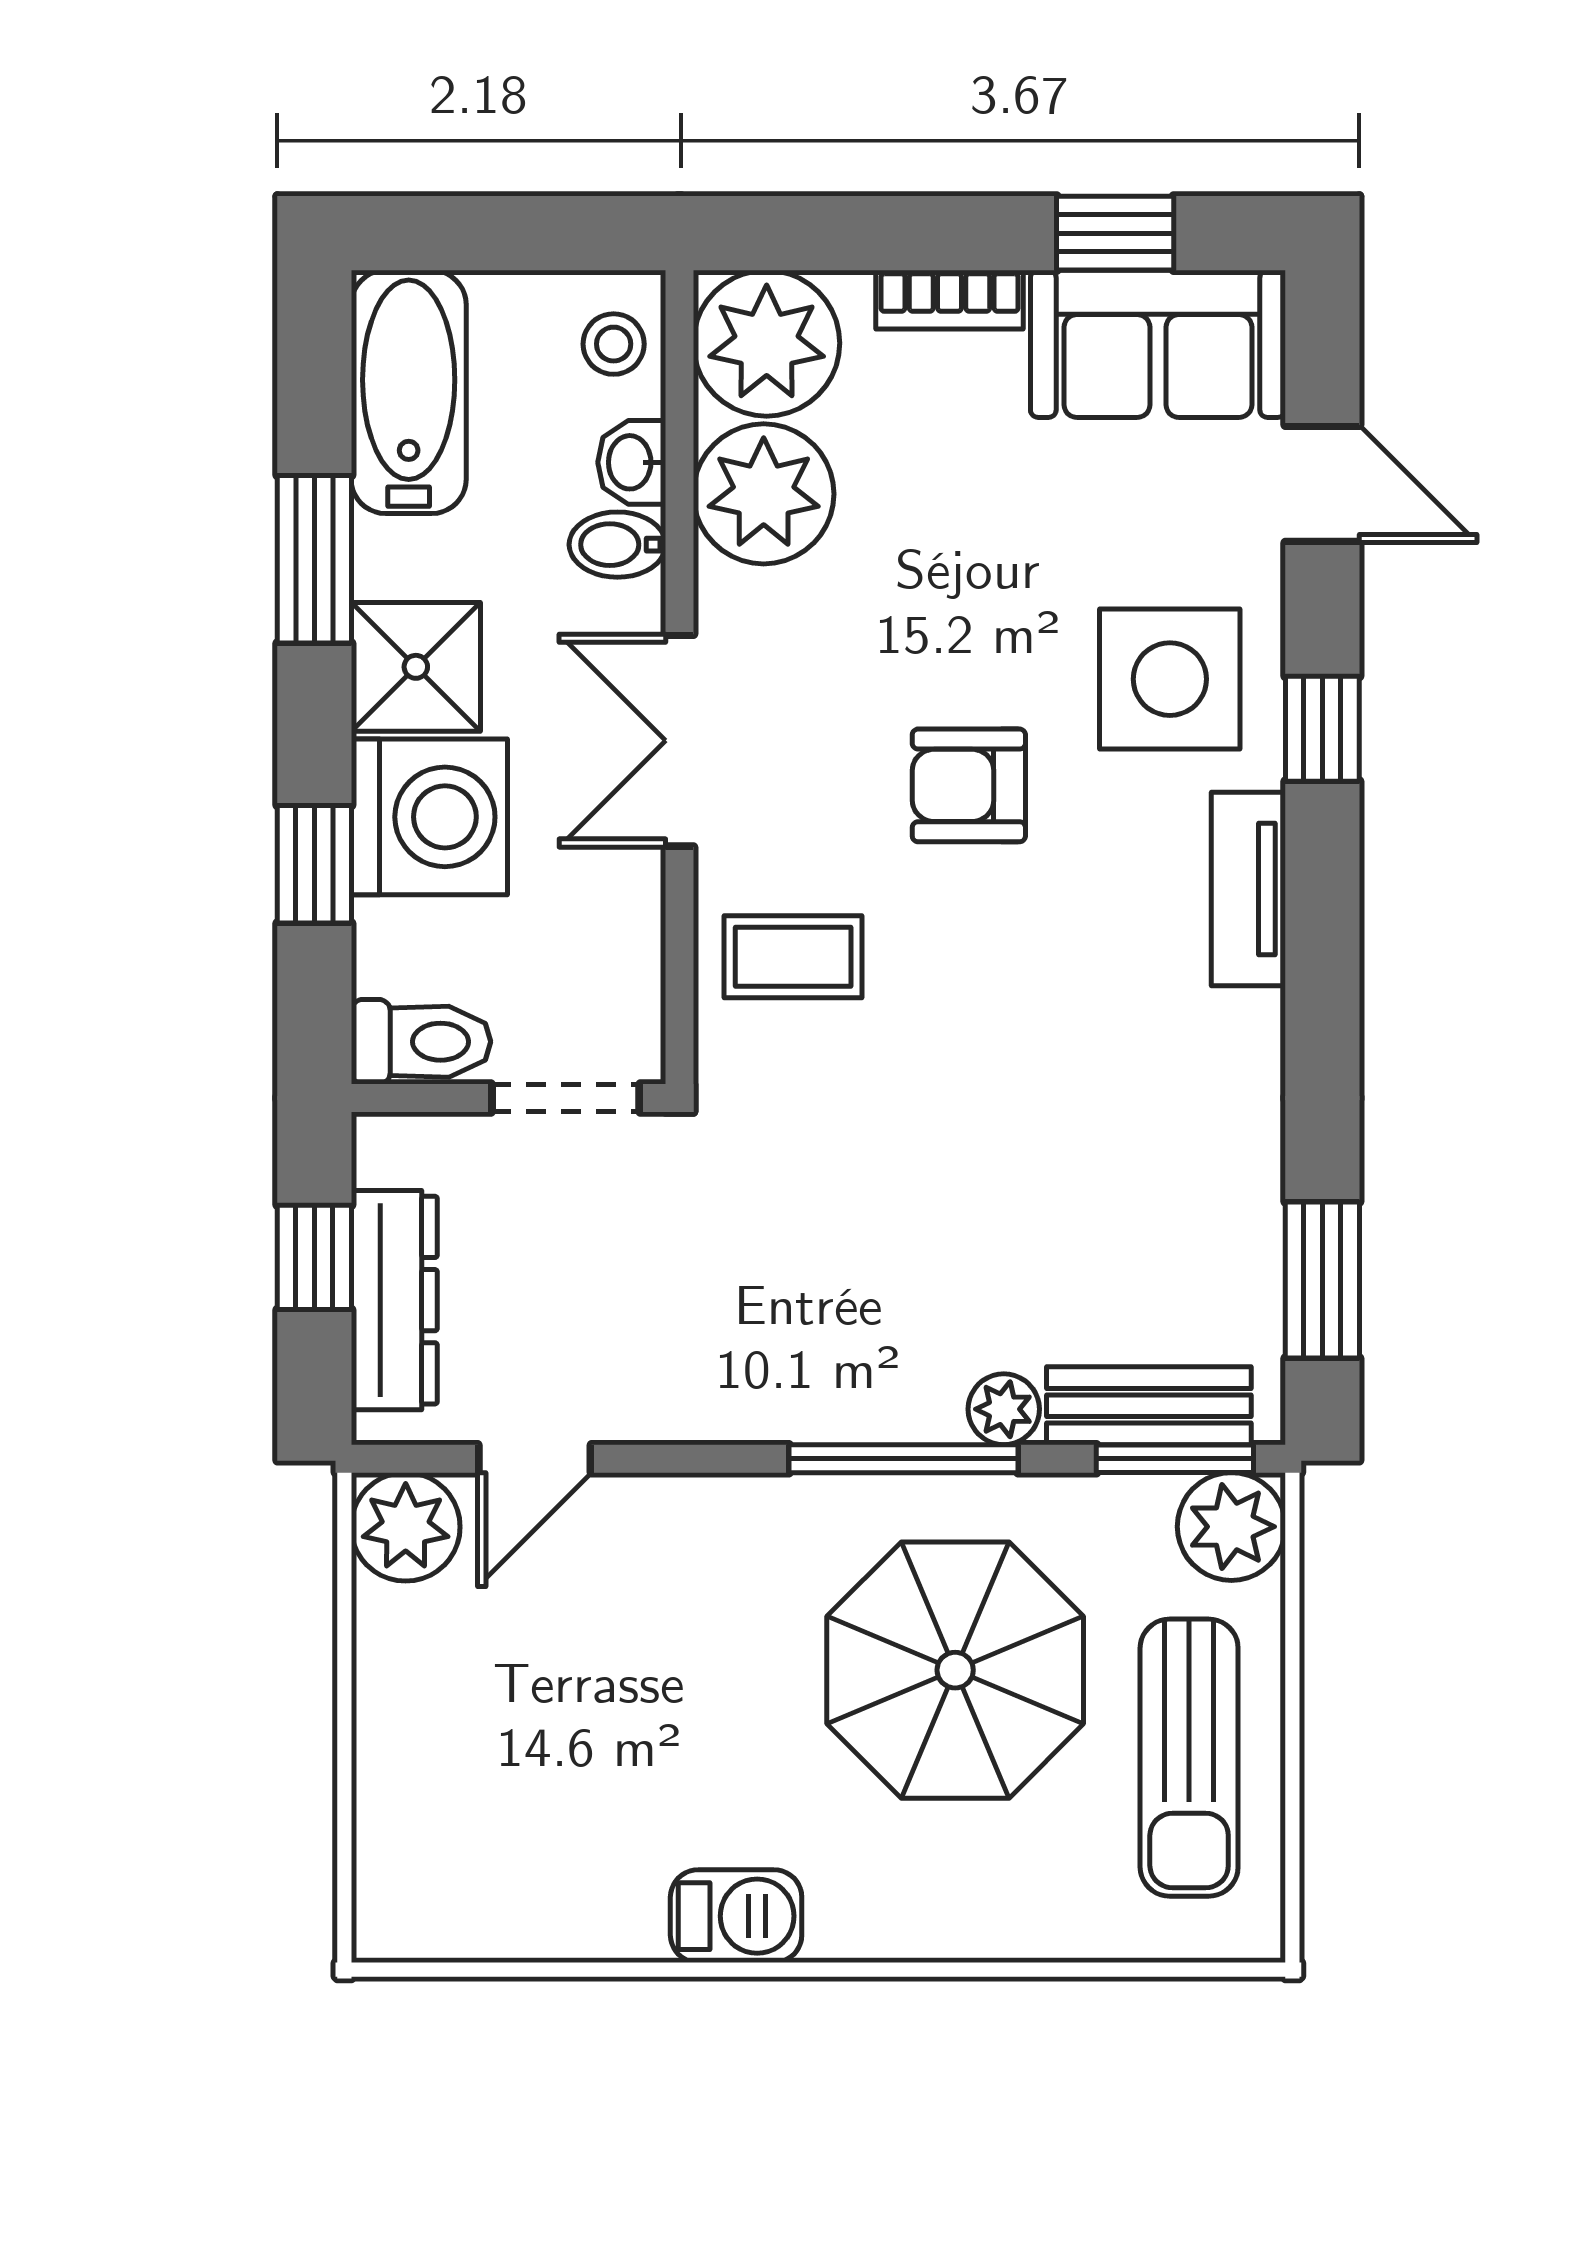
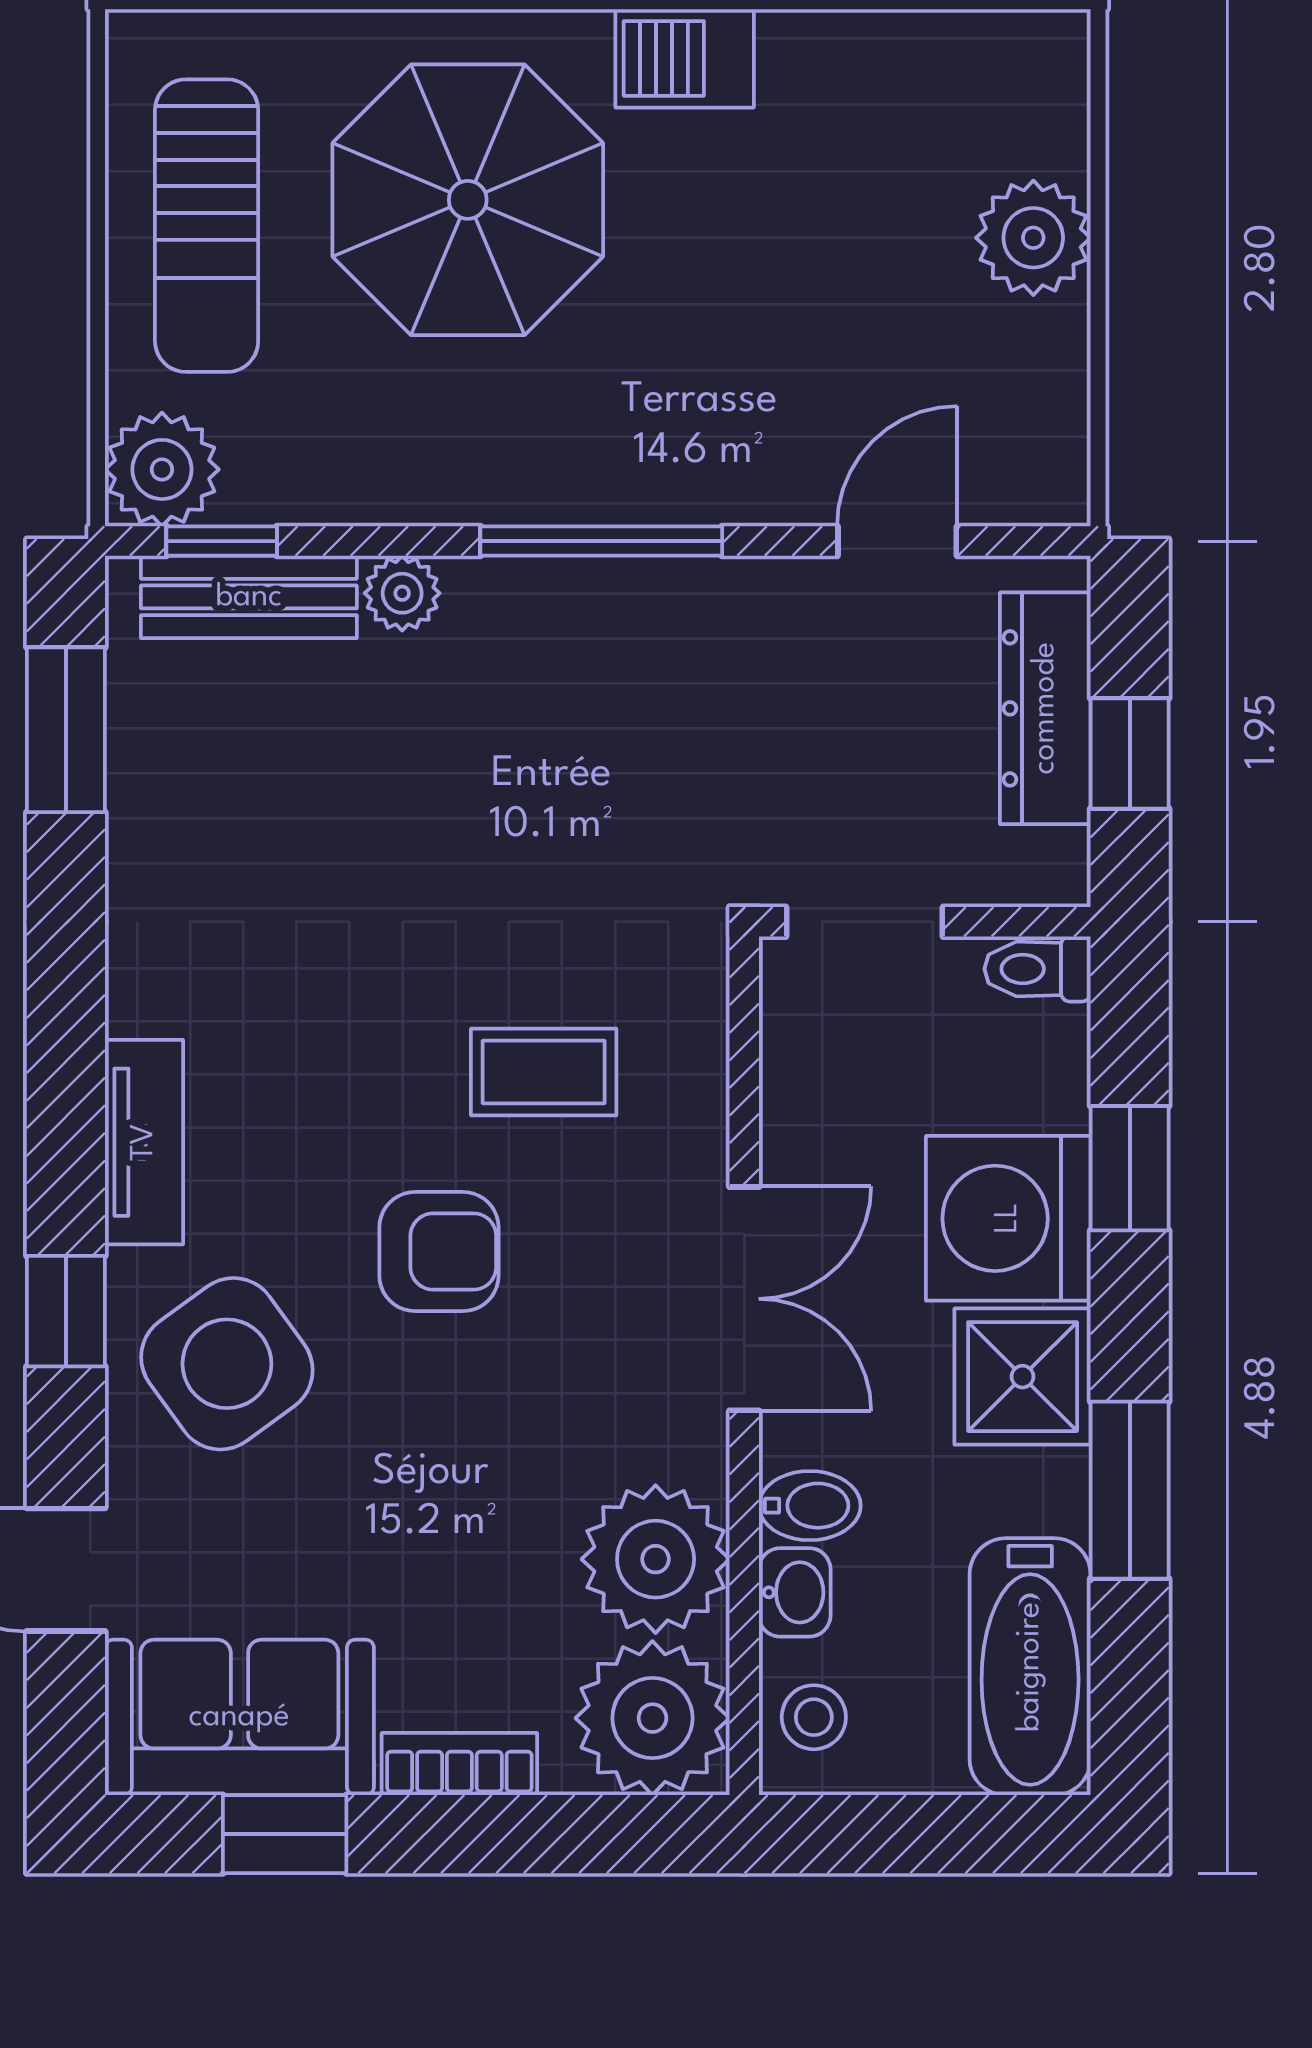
side table: (1170, 679) -> (227, 1364), turned -36
coffee table: (793, 957) -> (544, 1072), moved
toilet: (421, 1042) -> (1038, 969), width x0.73, depth x0.72
window: (904, 1459) -> (601, 541), moved
window: (1175, 1459) -> (222, 541), width x0.67
plant: (406, 1527) -> (1033, 238), moved
parasol: (955, 1670) -> (468, 200), moved
sun lounger: (1189, 1758) -> (207, 226), turned 180

